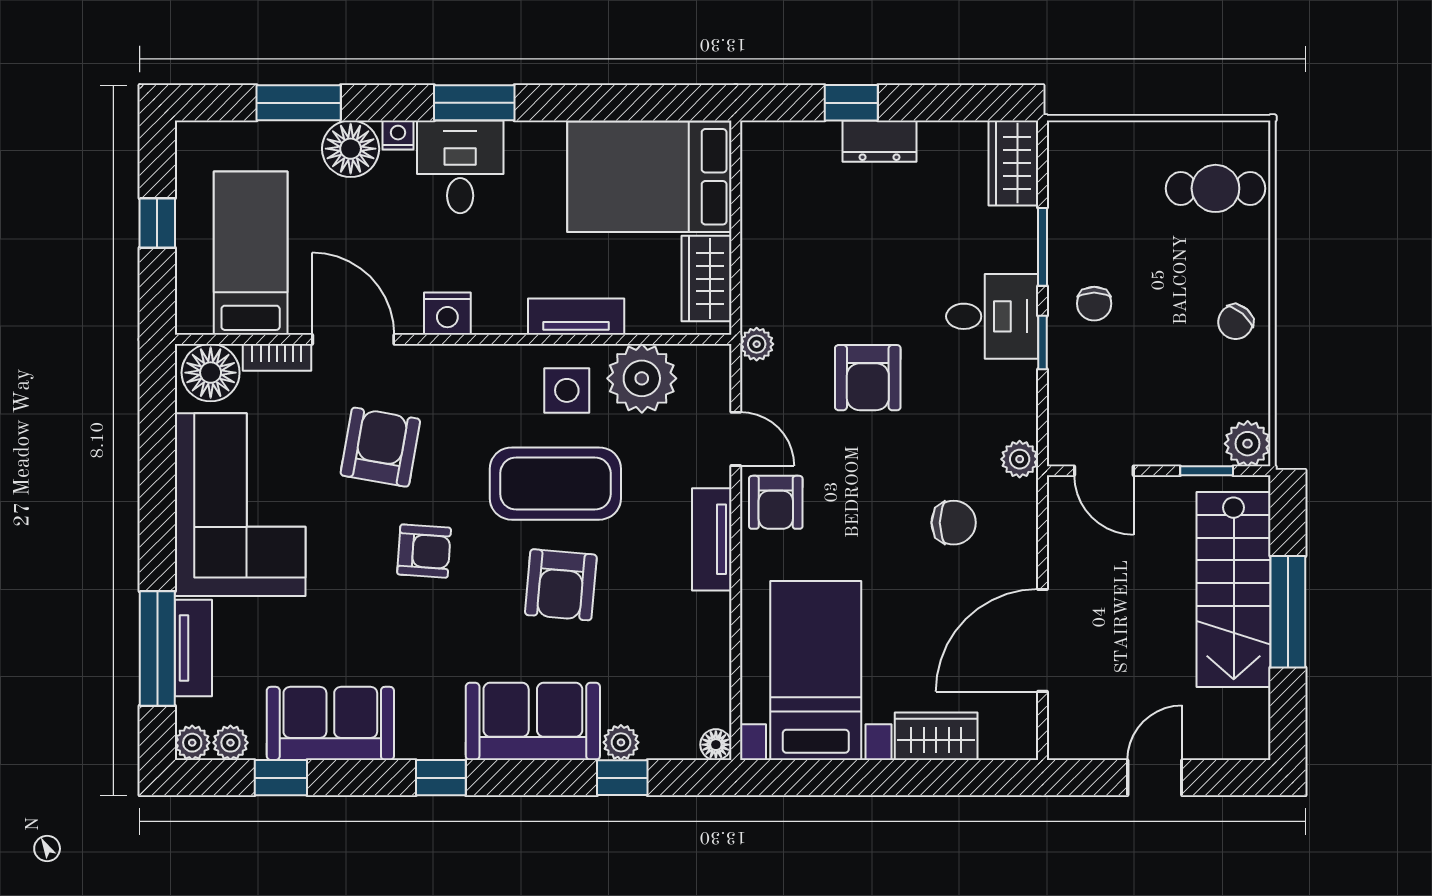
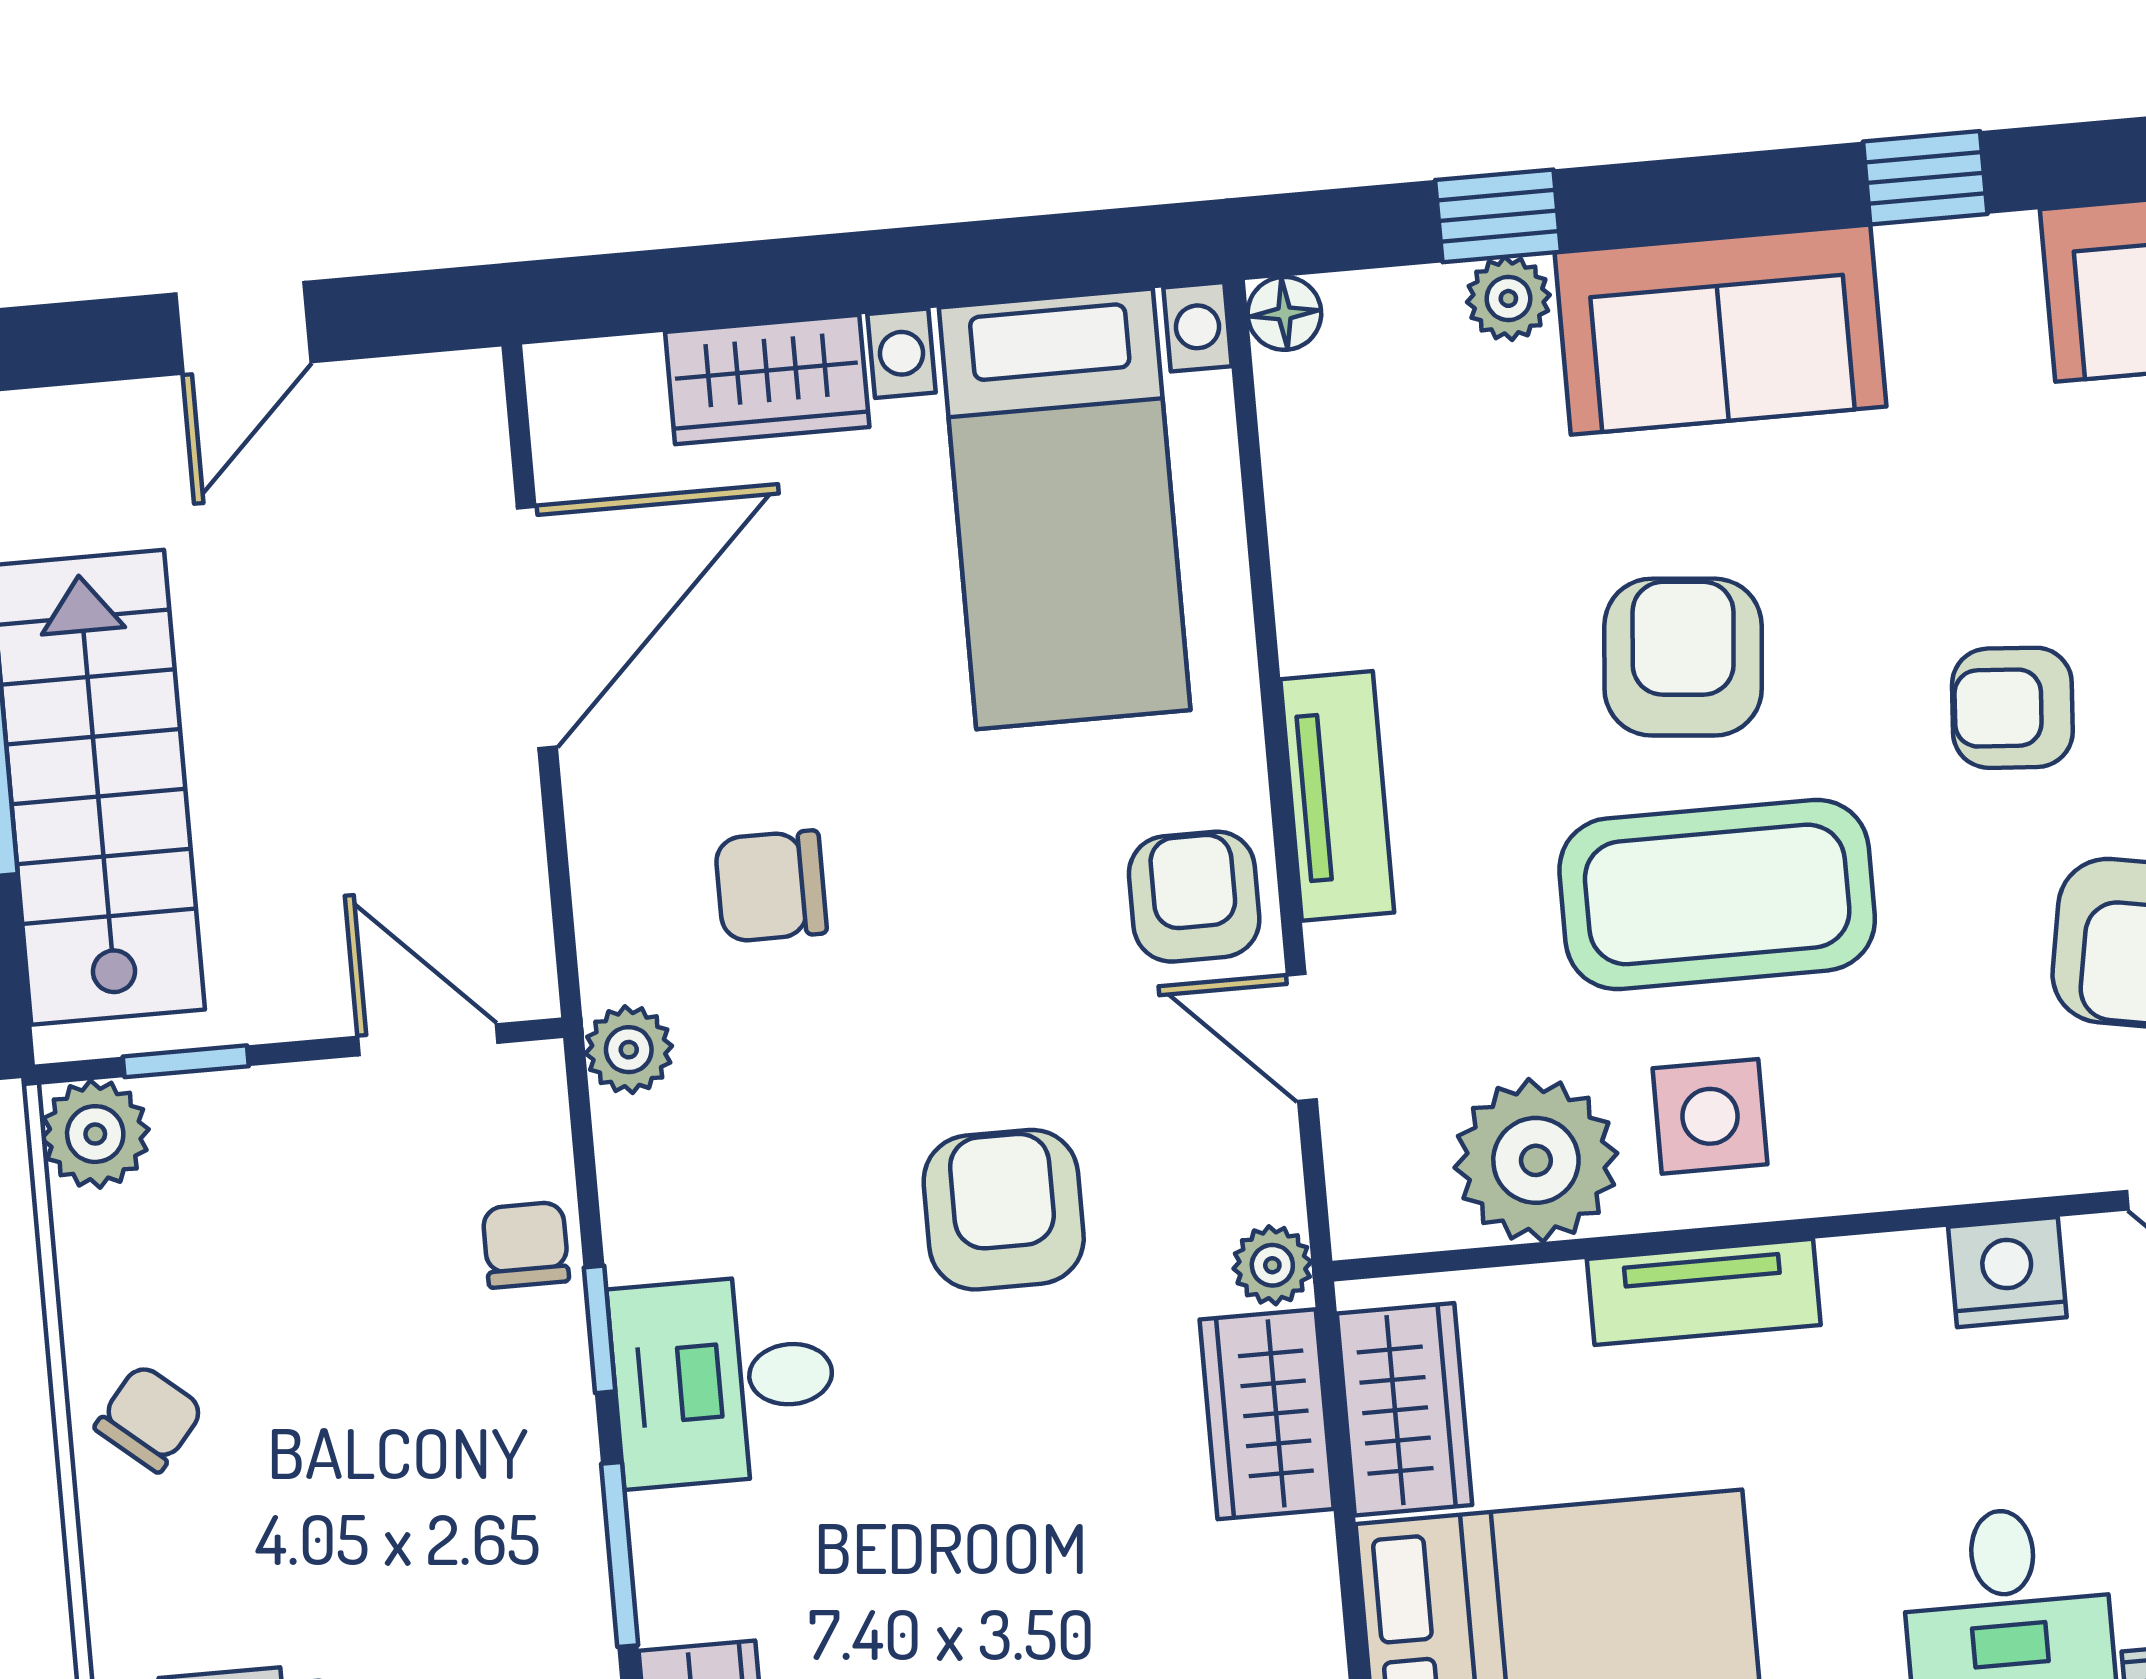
wardrobe: (765, 282) -> (1267, 1414), added
chair: (1094, 304) -> (526, 1245), moved

